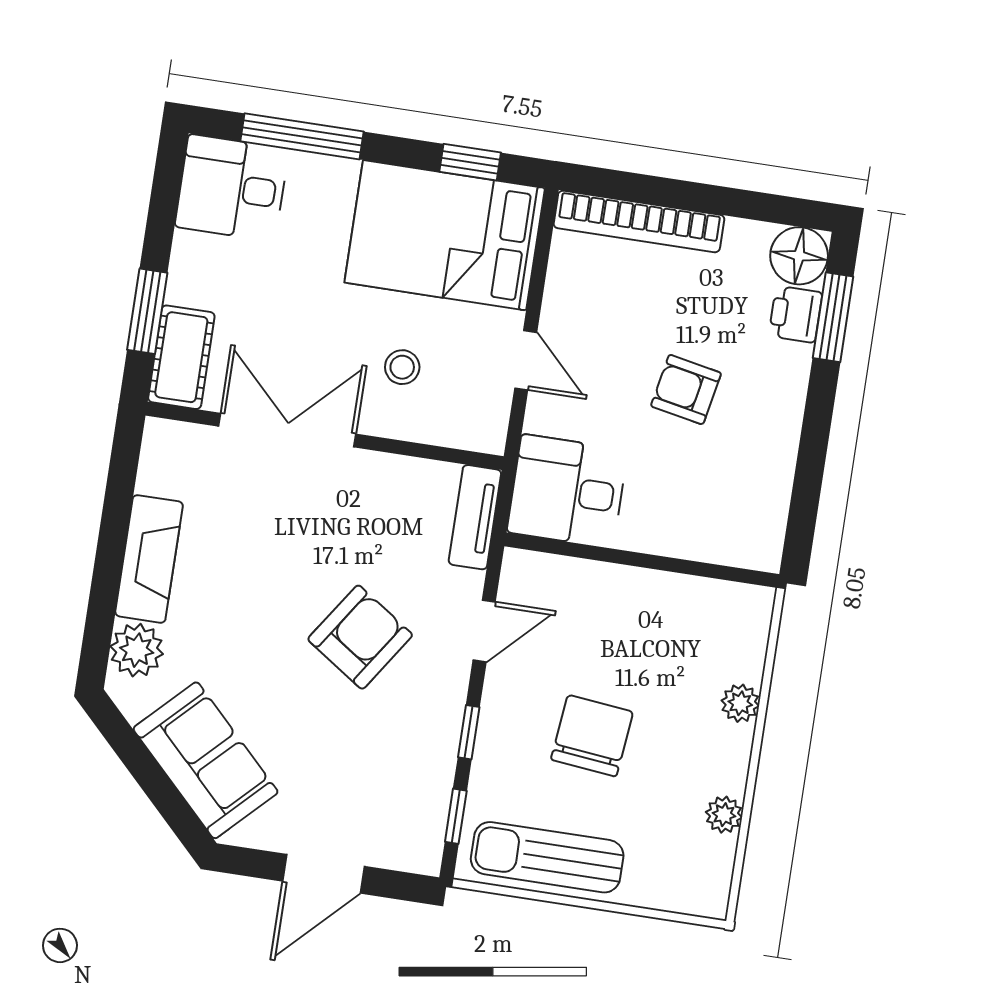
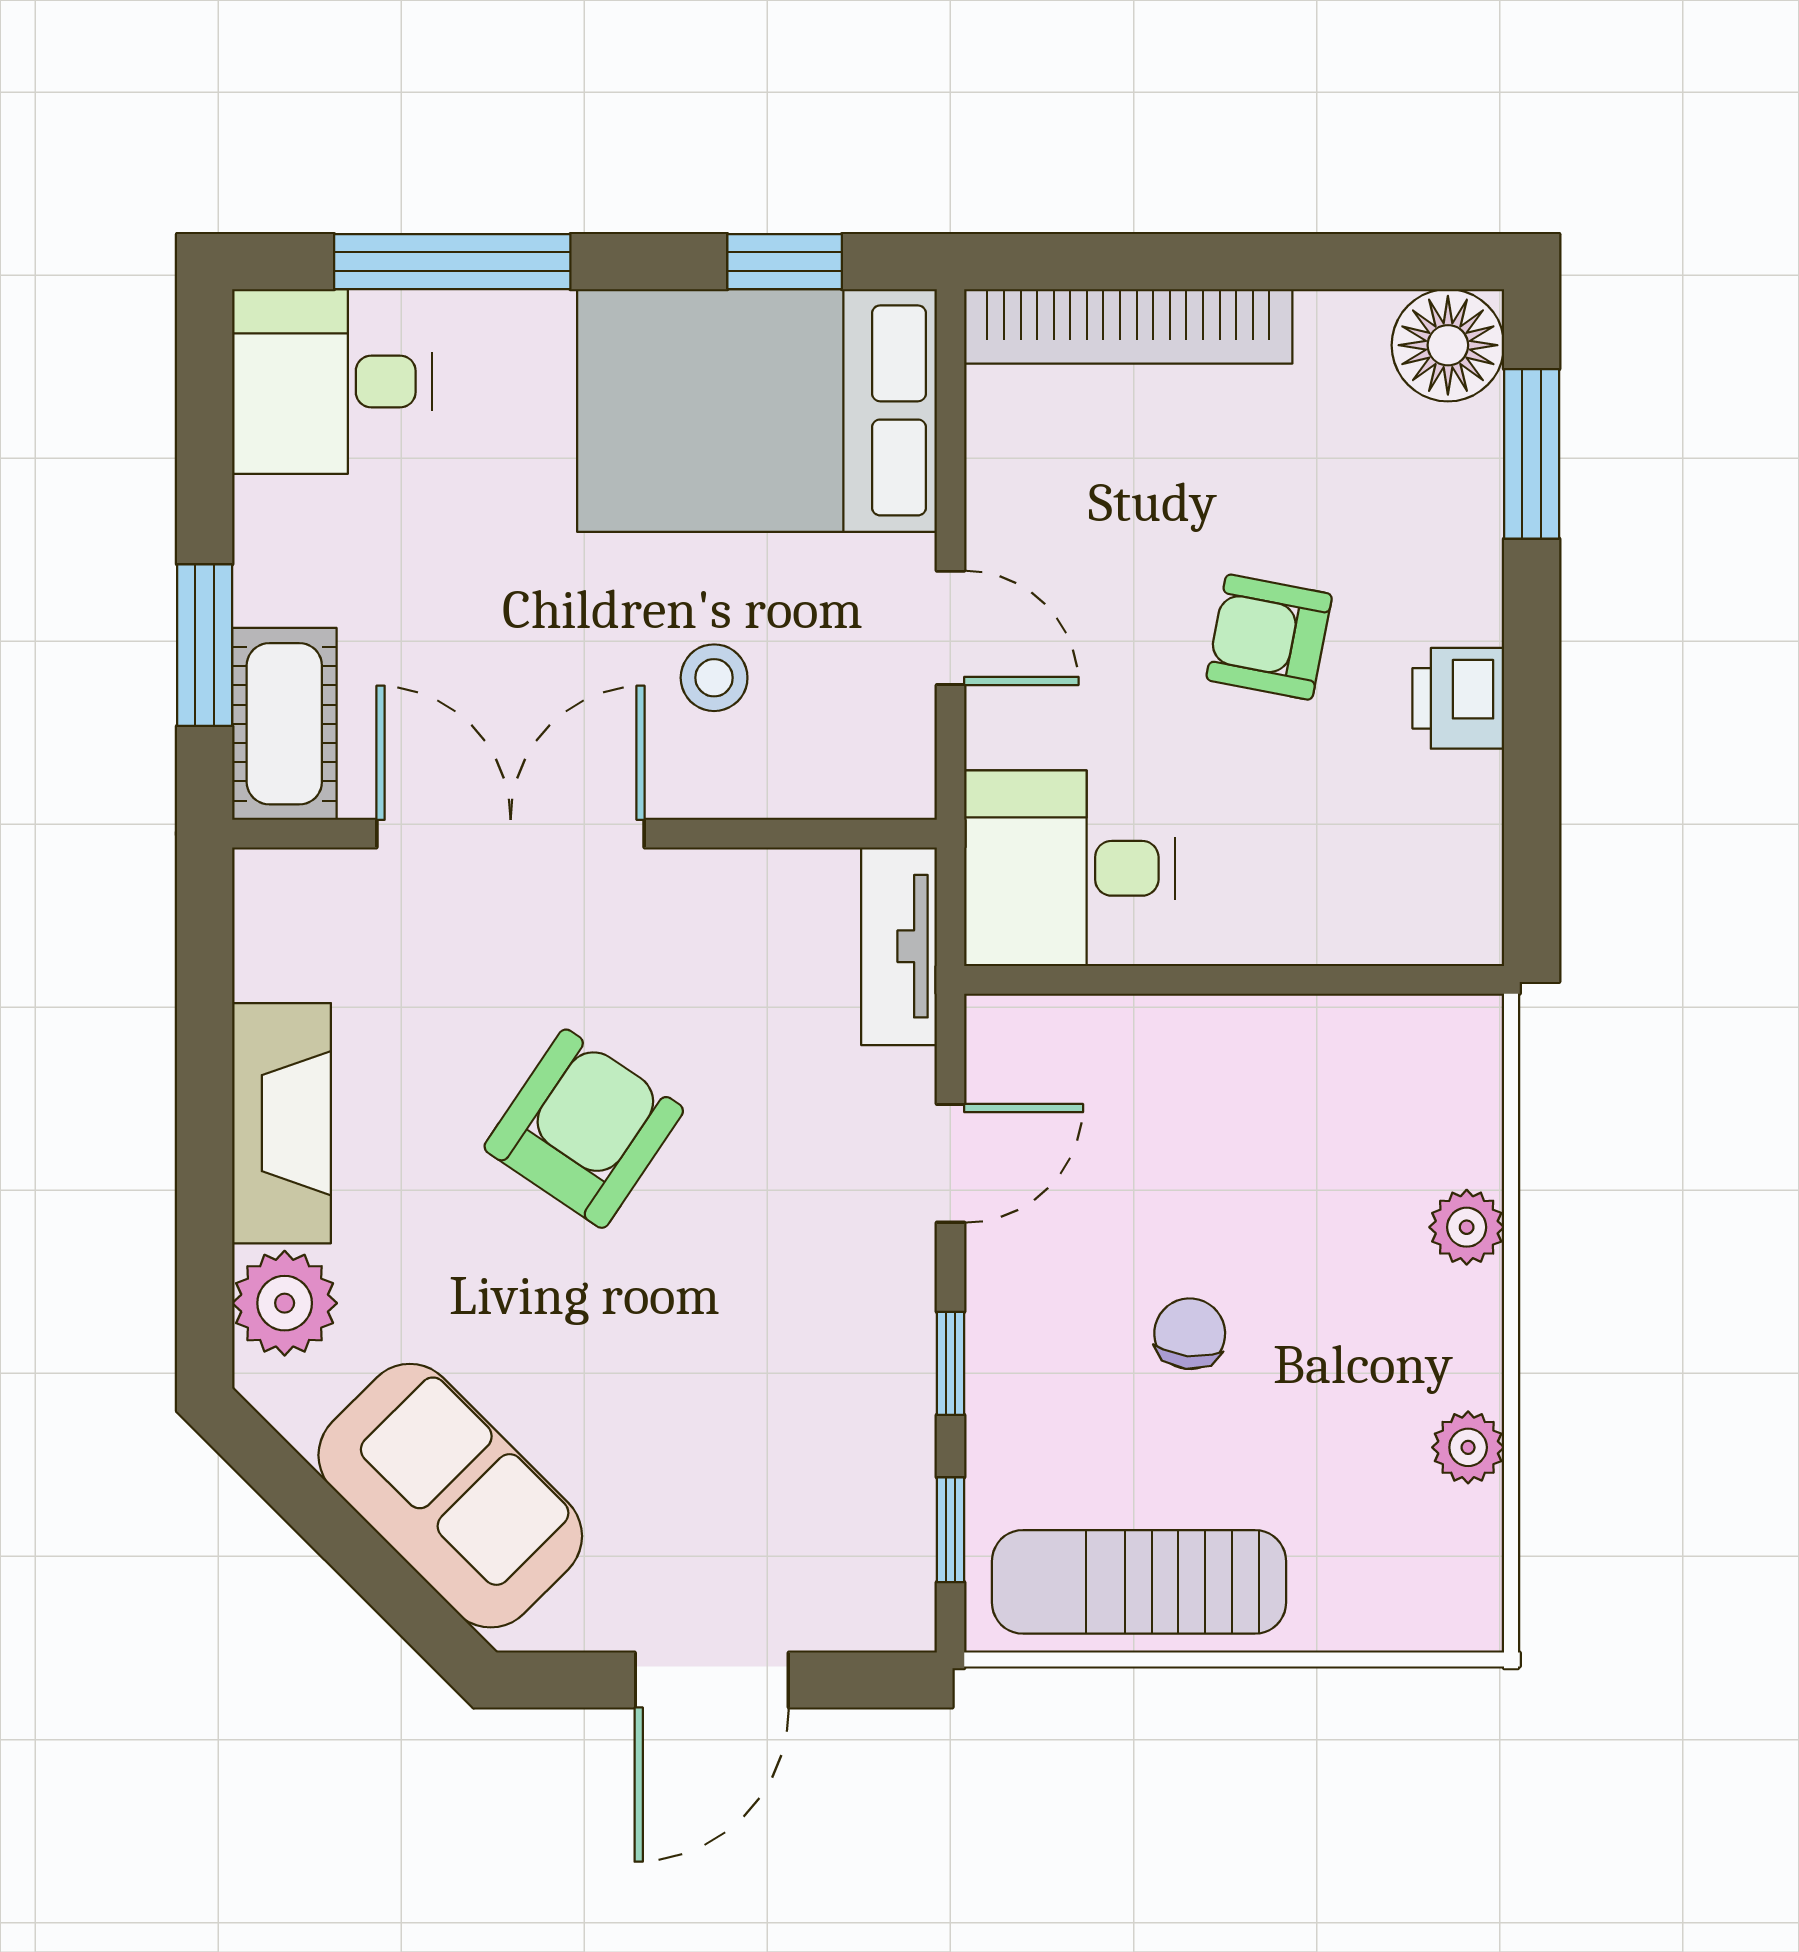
printer: (795, 314) -> (1458, 698), moved
armchair: (360, 637) -> (584, 1129), moved
chair: (592, 736) -> (1190, 1334), width x0.54, depth x0.54

